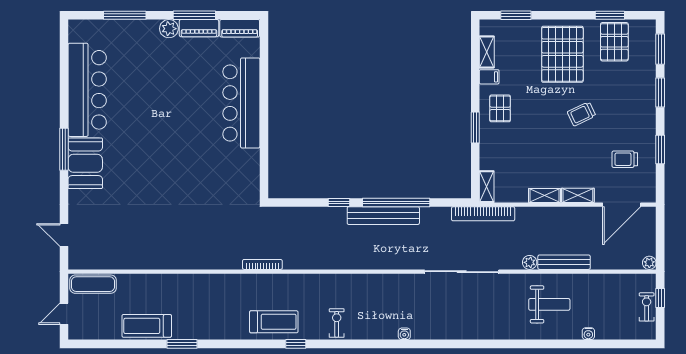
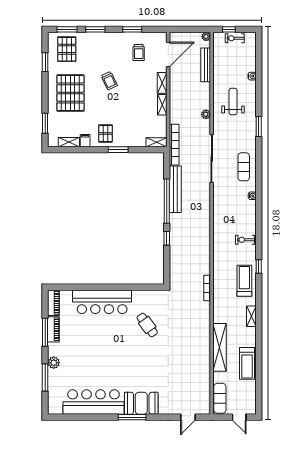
plant: (169, 29) -> (54, 363), moved
pallet: (614, 42) -> (67, 49), moved, turned 90
pallet: (562, 54) -> (70, 93), turned 90
pallet: (500, 108) -> (106, 134), turned 90
cafe table: (206, 172) -> (147, 325), added
door: (622, 205) -> (168, 54), hinge flipped
bench: (383, 216) -> (175, 189), moved
bench: (564, 262) -> (206, 65), moved
shelving: (171, 284) -> (220, 347), added
exercise mat: (449, 321) -> (244, 167), added
shelving: (219, 333) -> (251, 316), added
window: (182, 344) -> (259, 126), moved

